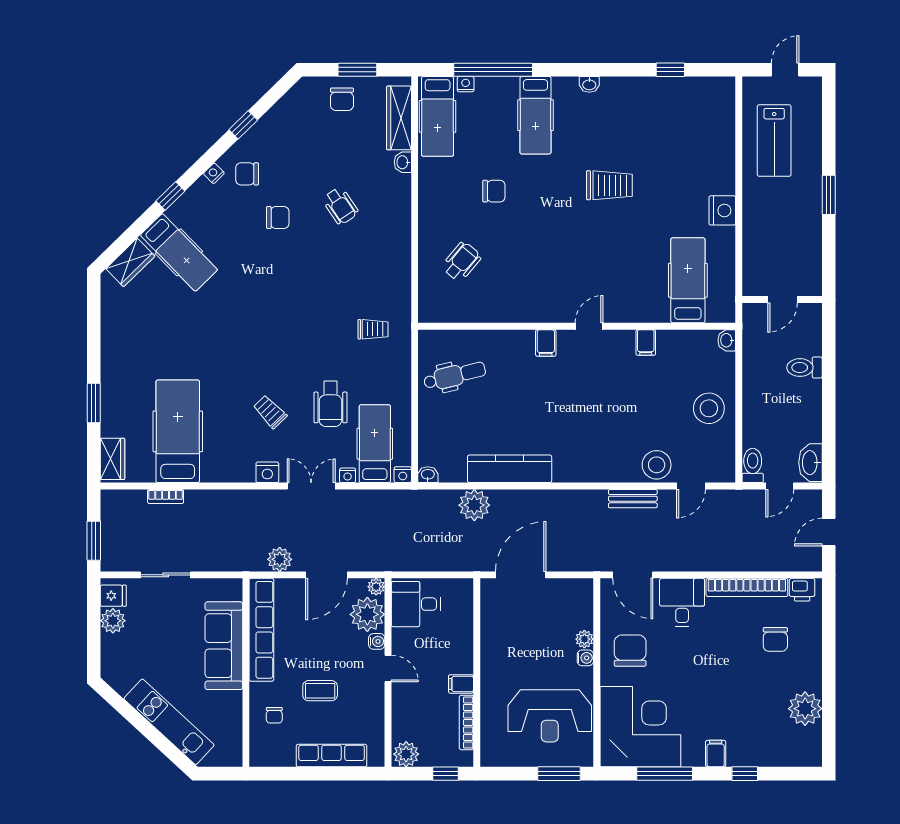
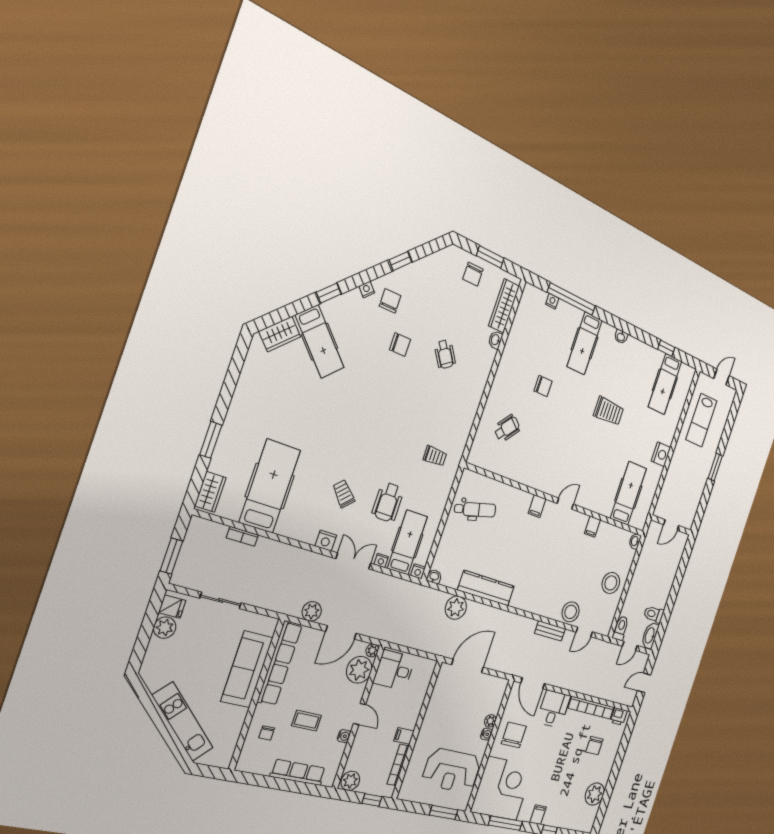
hospital bed: (438, 116) -> (665, 384), moved
chair: (247, 174) -> (390, 301), turned 90
toilet: (805, 368) -> (654, 614), moved
water cooler: (377, 641) -> (344, 736), moved

